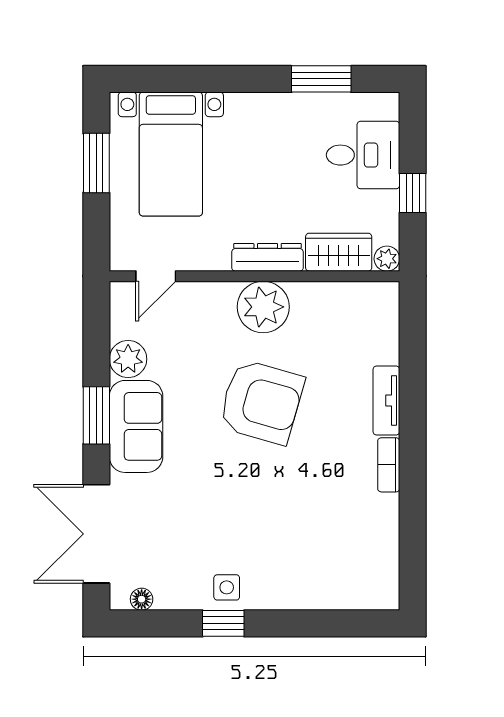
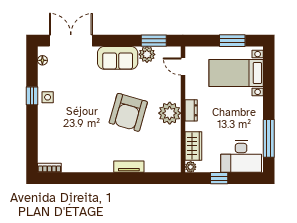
window: (321, 79) -> (269, 138), width x1.44
desk: (363, 155) -> (241, 157), width x1.37
dresser: (268, 257) -> (191, 110), width x0.70
window: (96, 415) -> (154, 41), moved
bookcase: (389, 465) -> (49, 168), moved

